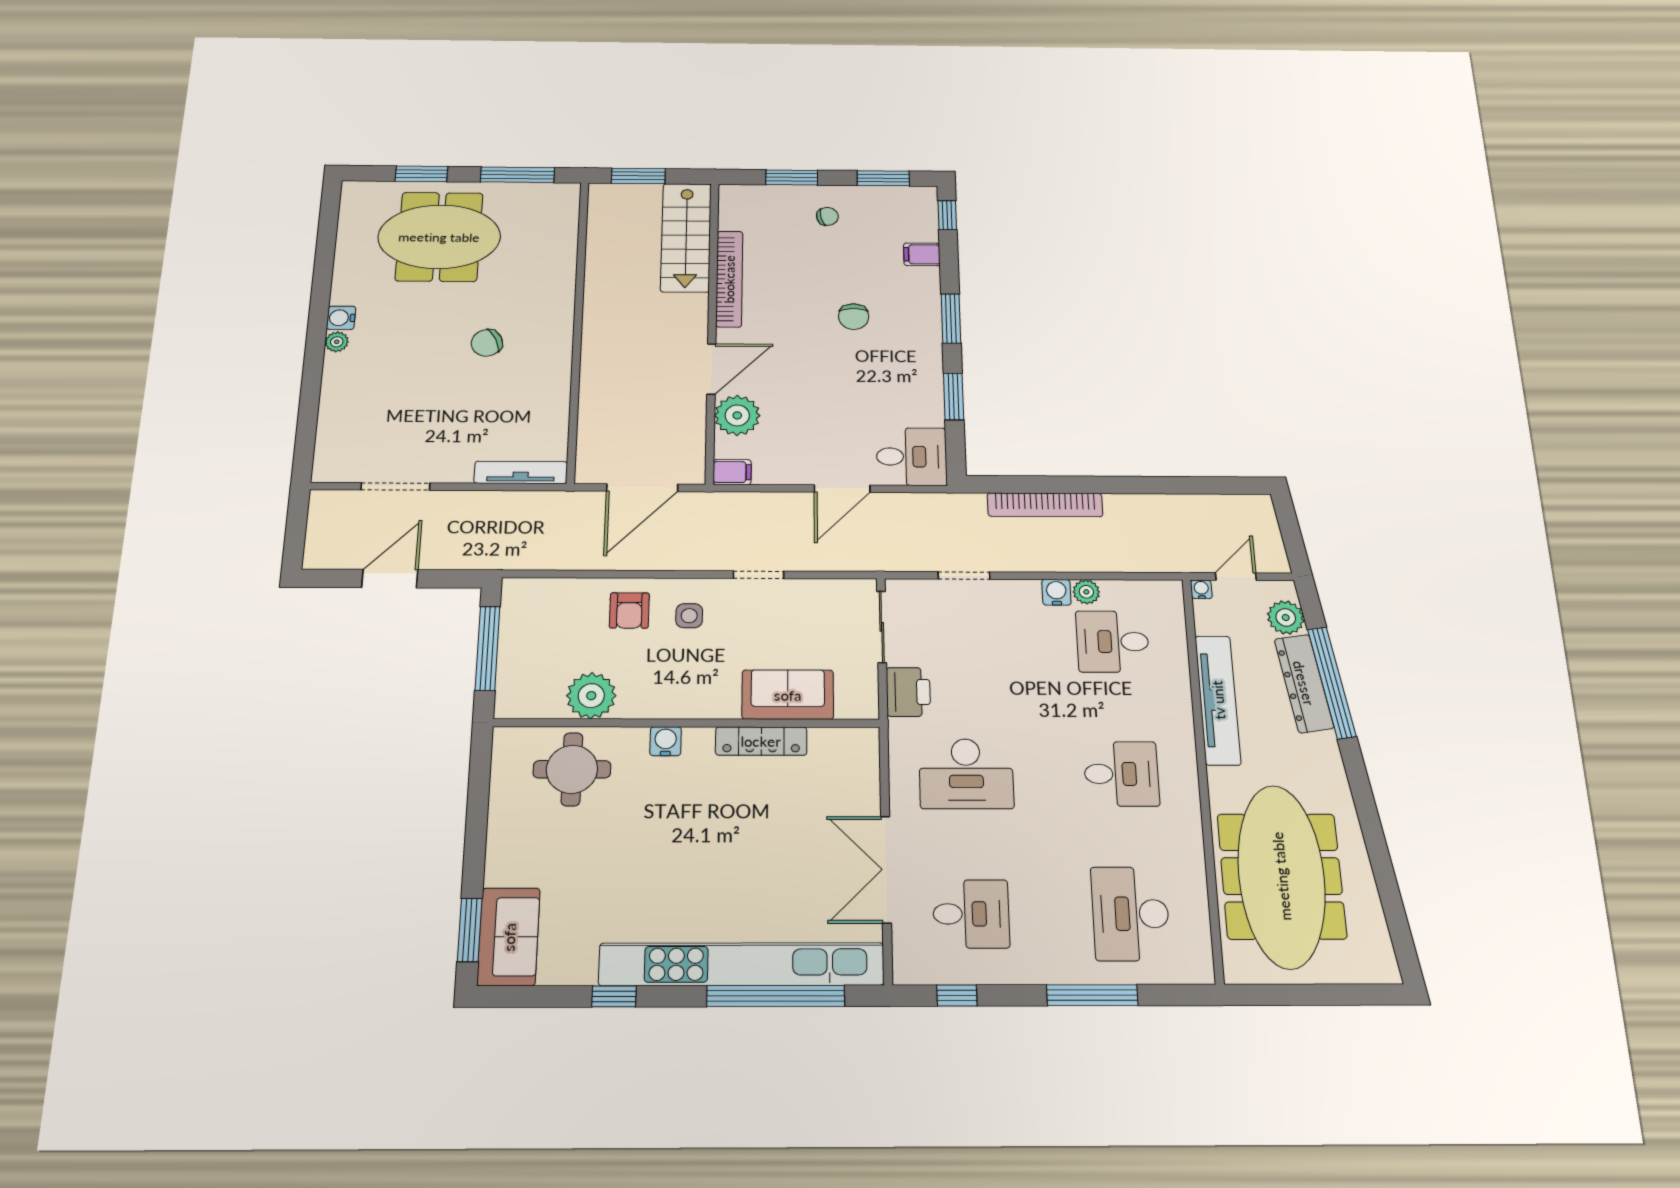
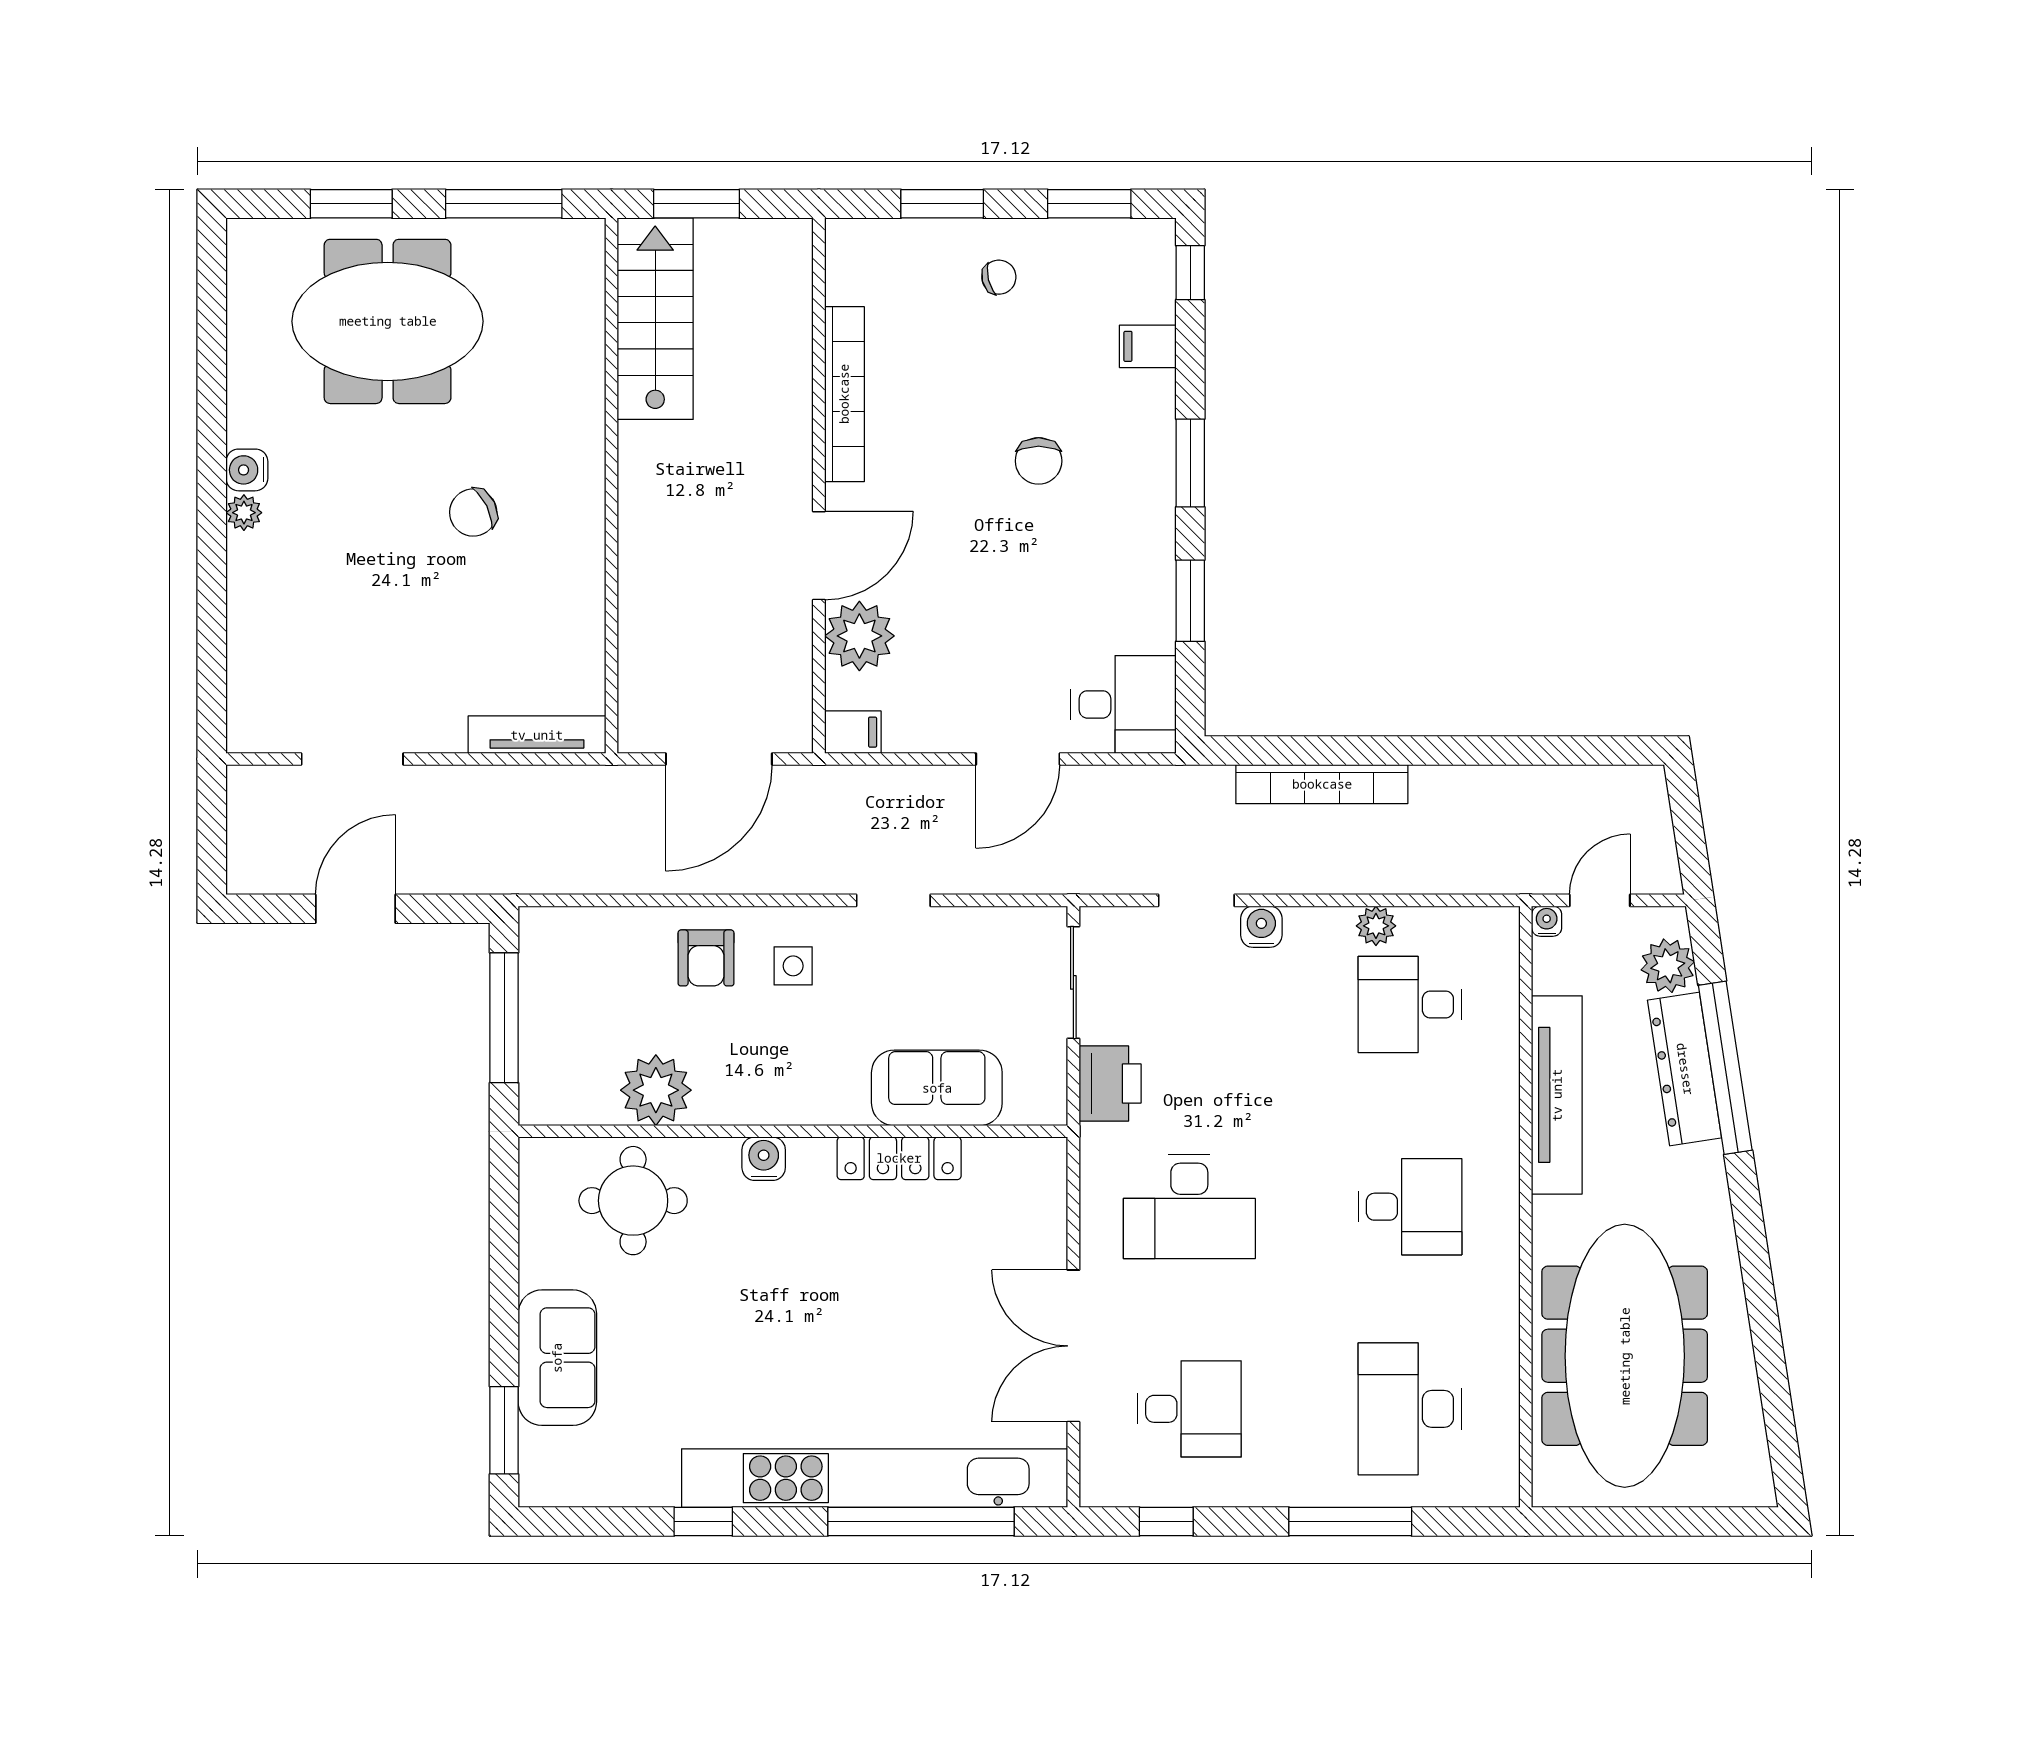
stairs: (686, 237) -> (655, 319), moved, turned 180
water cooler: (1056, 592) -> (1261, 927), moved
sofa: (509, 937) -> (557, 1358), moved

